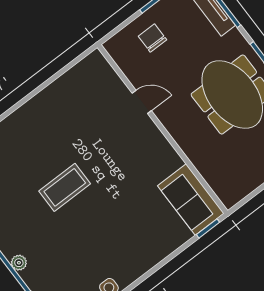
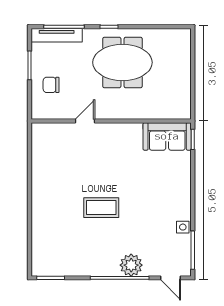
coffee table: (65, 187) -> (101, 208), turned 90
plant: (19, 263) -> (131, 265), width x1.87, depth x1.87

